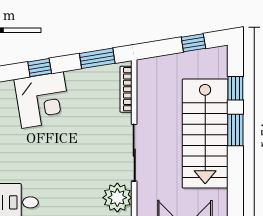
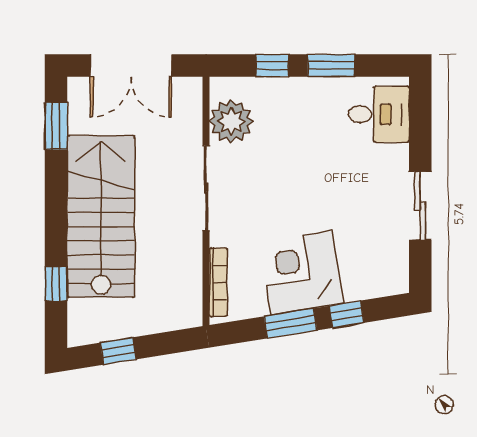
window: (97, 58) -> (290, 323), moved
corner desk: (42, 100) -> (302, 273), moved
window: (235, 130) -> (56, 126), moved

